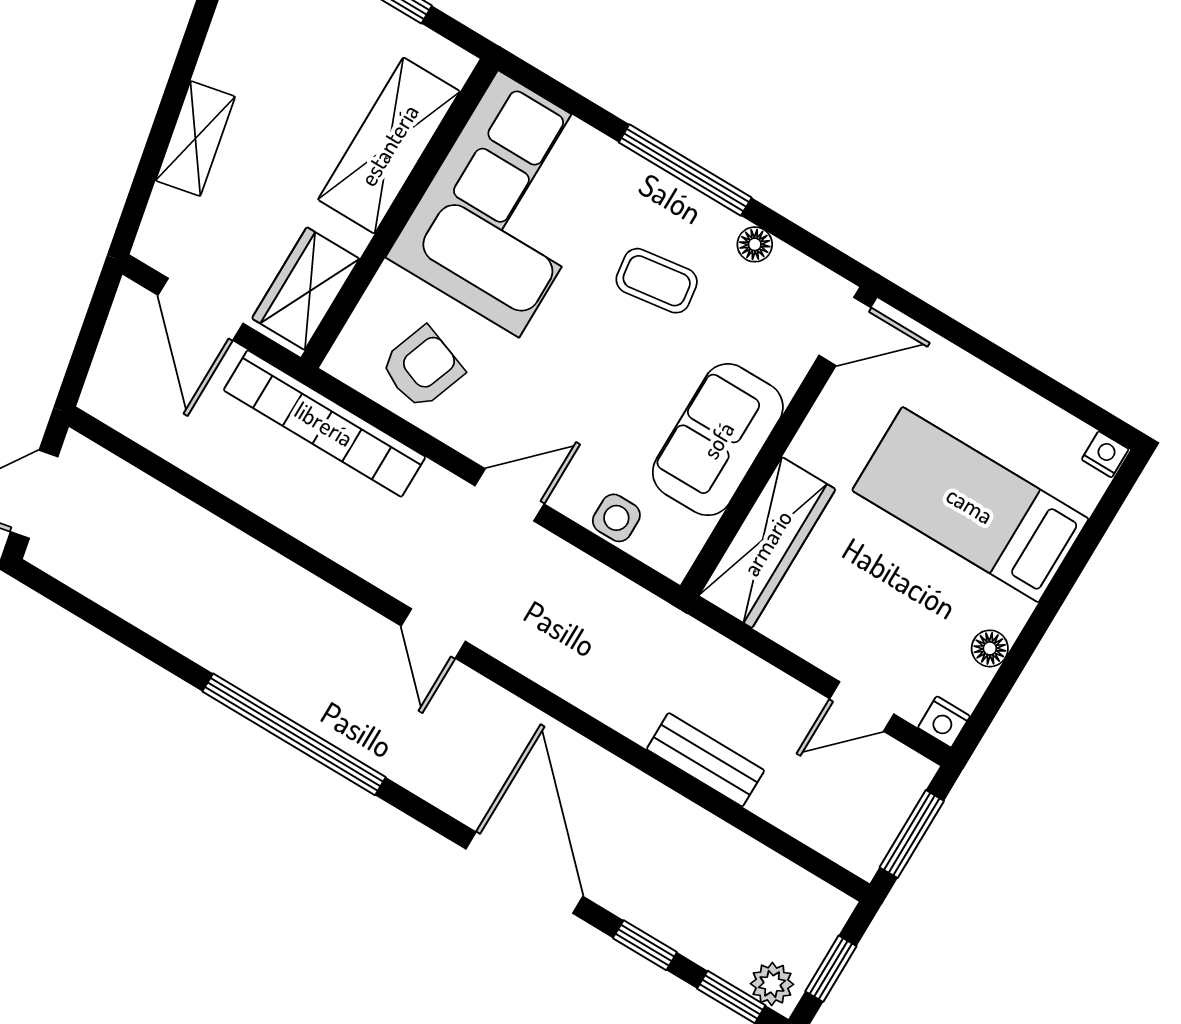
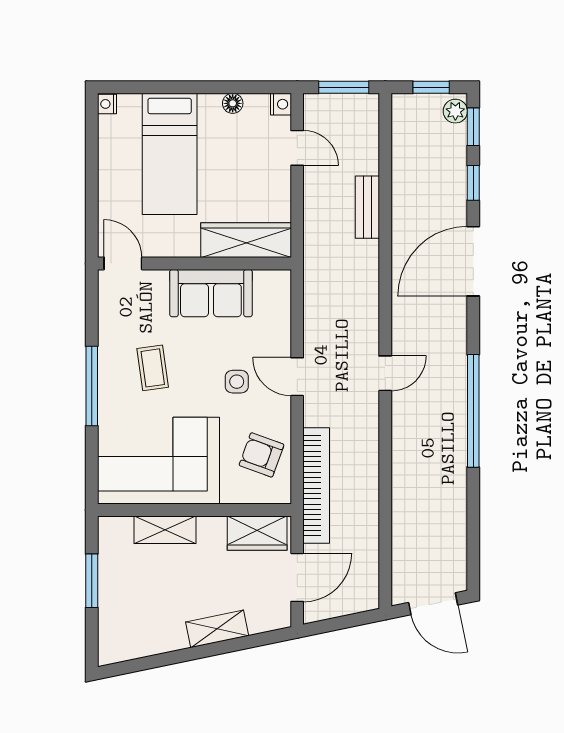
shelving: (389, 145) -> (165, 530), width x0.67, depth x0.75
floor lamp: (755, 244) -> (107, 331), removed
side table: (616, 518) -> (237, 382), moved

